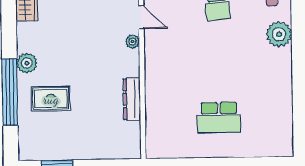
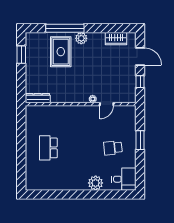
rug: (51, 99) -> (61, 52), width x1.36, depth x1.43
dresser: (132, 99) -> (38, 98), moved

